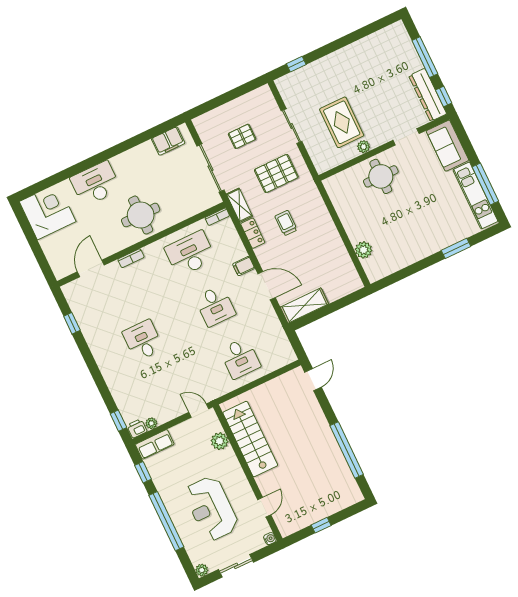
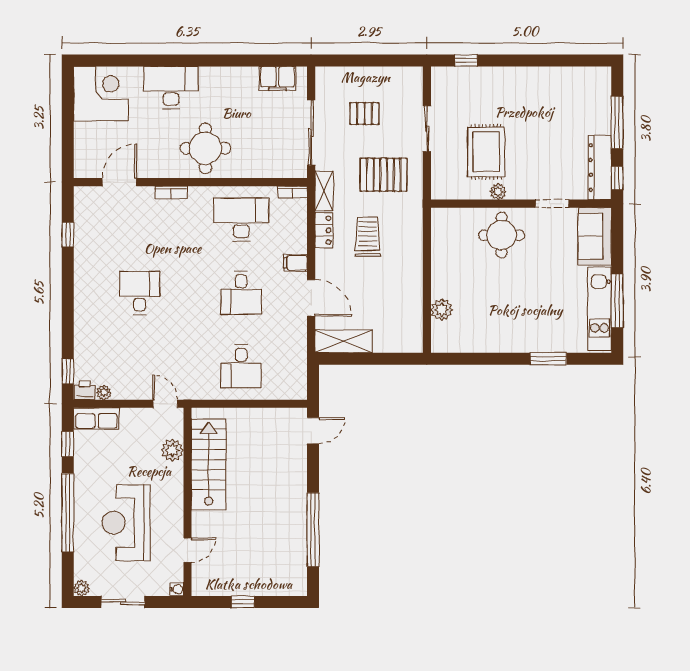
trolley: (286, 223) -> (368, 237), width x1.36, depth x1.39

